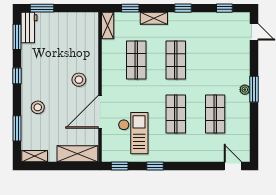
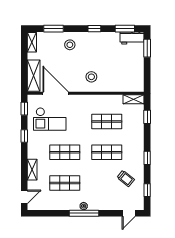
shelving: (154, 18) -> (32, 170), moved
trolley: (209, 36) -> (126, 178), added
window: (254, 89) -> (84, 213), width x1.44
door: (100, 112) -> (56, 93), moved

